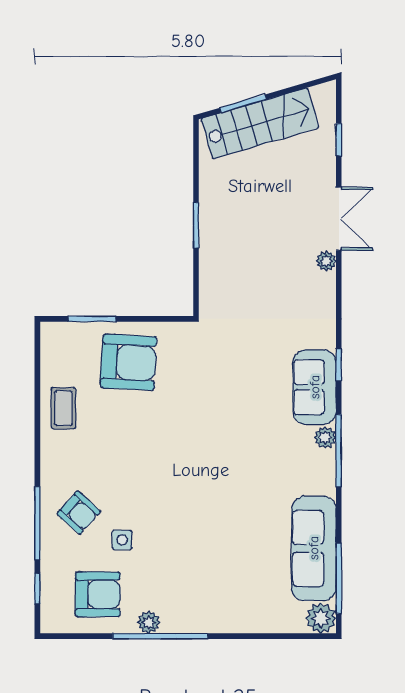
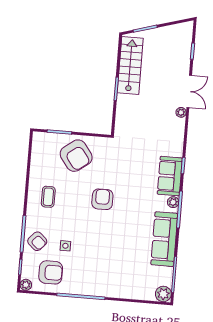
stairs: (260, 123) -> (130, 66), moved, turned -74
armchair: (129, 362) -> (76, 156), turned 50
coffee table: (63, 408) -> (48, 197), moved
armchair: (187, 443) -> (102, 199), added
armchair: (79, 513) -> (37, 241), moved
sofa: (314, 548) -> (164, 239), moved
plant: (149, 622) -> (26, 285), moved

